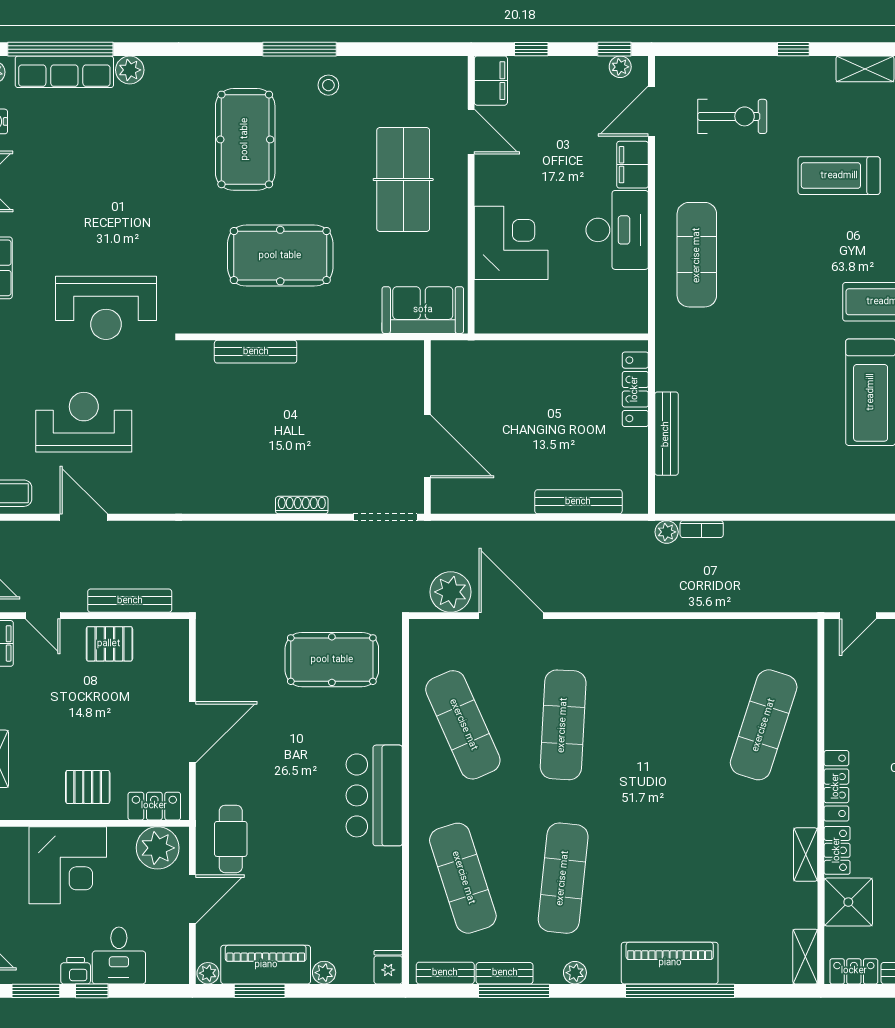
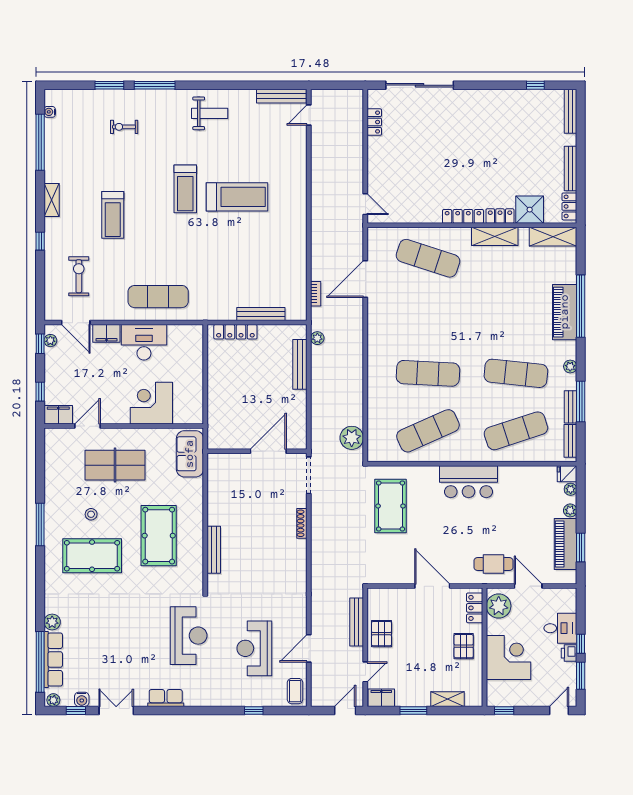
stool: (328, 85) -> (91, 514), moved
plant: (667, 532) -> (317, 338), moved
door: (511, 616) -> (365, 279), moved
shelving: (806, 855) -> (495, 236), width x1.50, depth x1.33
shelving: (805, 957) -> (553, 237), width x1.50, depth x1.33
plant: (208, 973) -> (571, 489), moved

